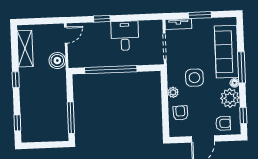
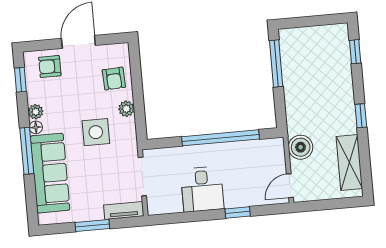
plant: (230, 98) -> (36, 112), width x0.53, depth x0.53

